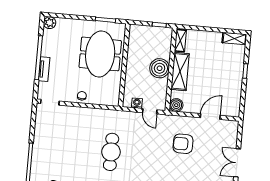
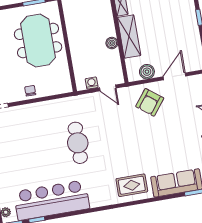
boiler: (160, 68) -> (112, 43), width x0.54, depth x0.54
boiler: (176, 105) -> (147, 72), moved
armchair: (183, 144) -> (150, 102), moved, turned -52

